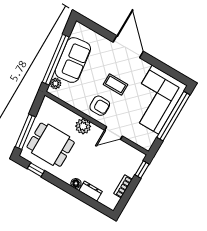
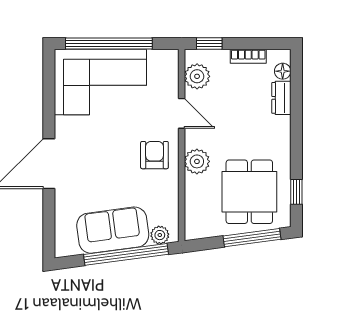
coffee table: (115, 84) -> (112, 150), removed
plant: (128, 153) -> (197, 76), added
floor lamp: (76, 183) -> (283, 71), moved

